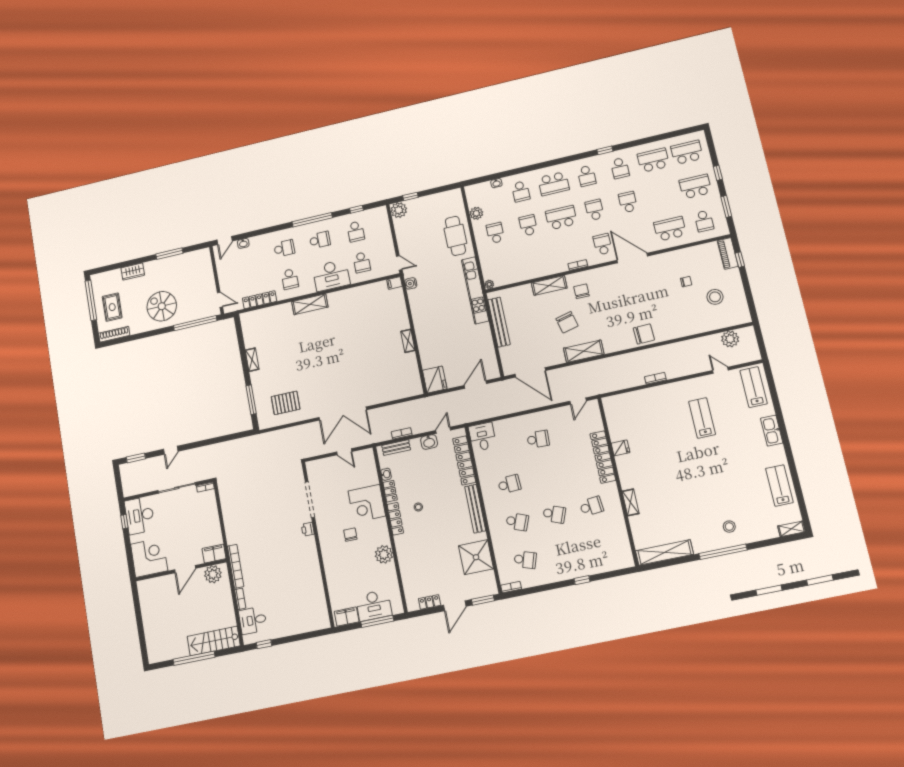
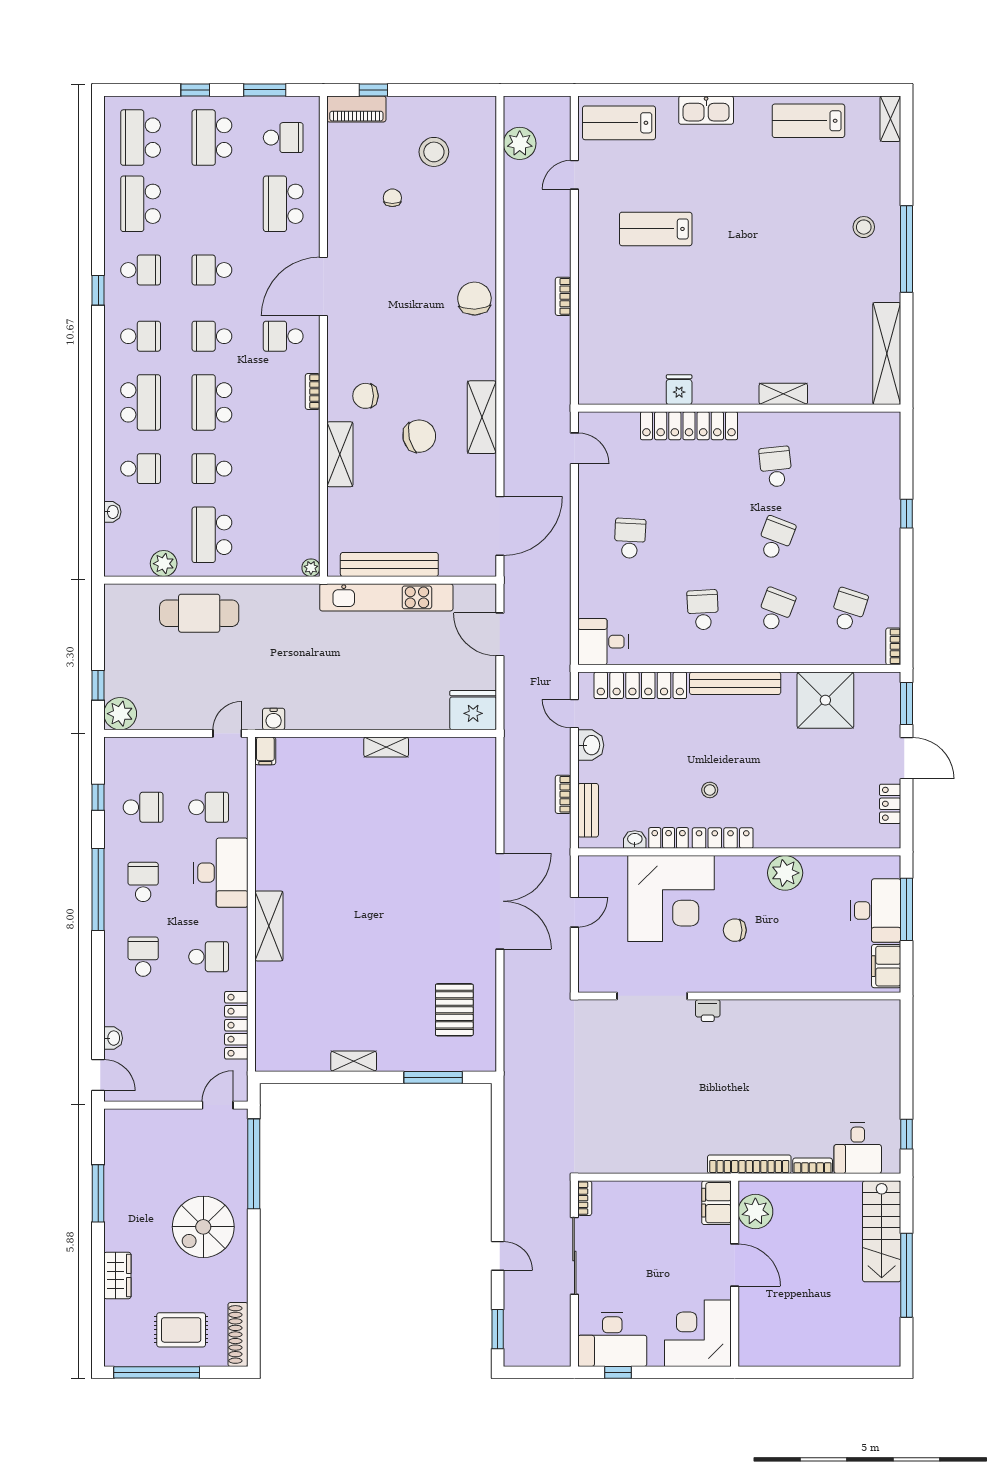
school desk: (495, 233) -> (212, 535), width x1.85
kitchen unit: (475, 290) -> (386, 597), moved
corner desk: (367, 503) -> (671, 899), width x1.36, depth x1.36

